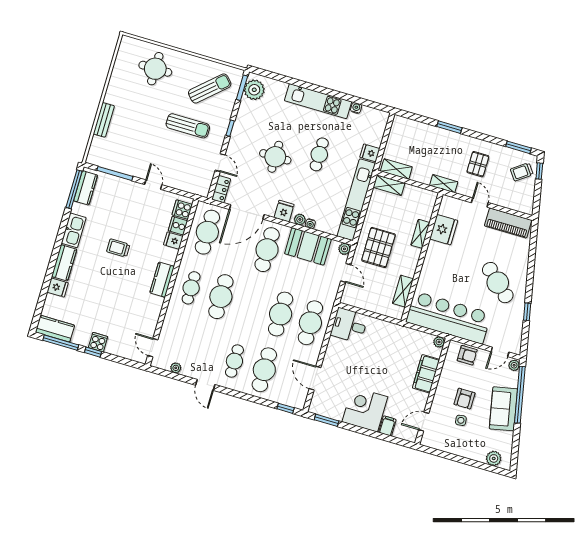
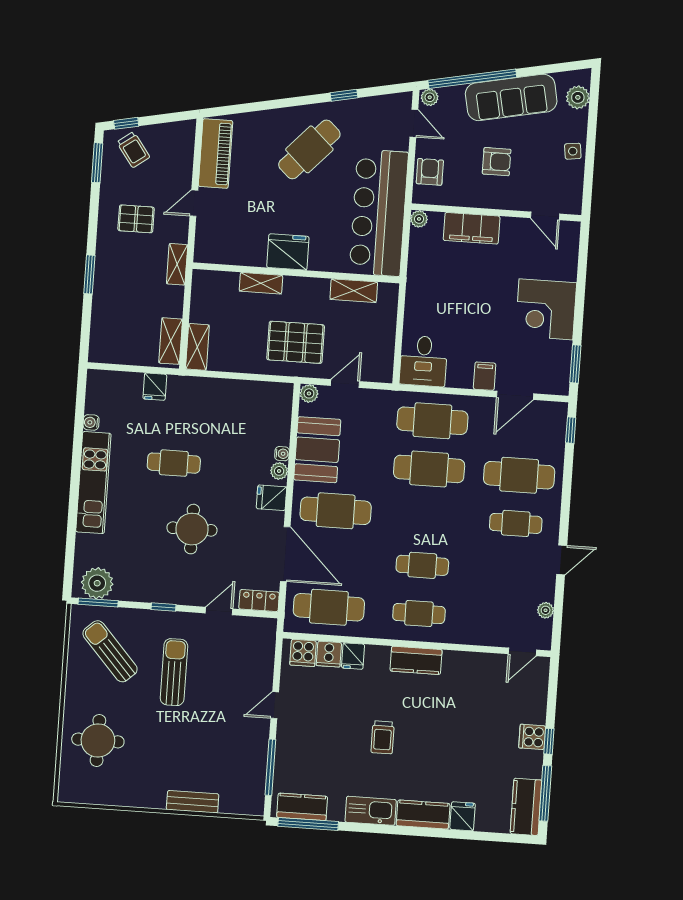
kitchen unit: (356, 200) -> (230, 392), removed
fridge: (444, 230) -> (288, 252), moved
cafe table: (221, 297) -> (422, 565), width x0.73, depth x0.74
sofa: (503, 409) -> (511, 97), width x1.36
side table: (461, 420) -> (573, 151), moved
filing cabinet: (387, 426) -> (485, 376), moved, turned 90

